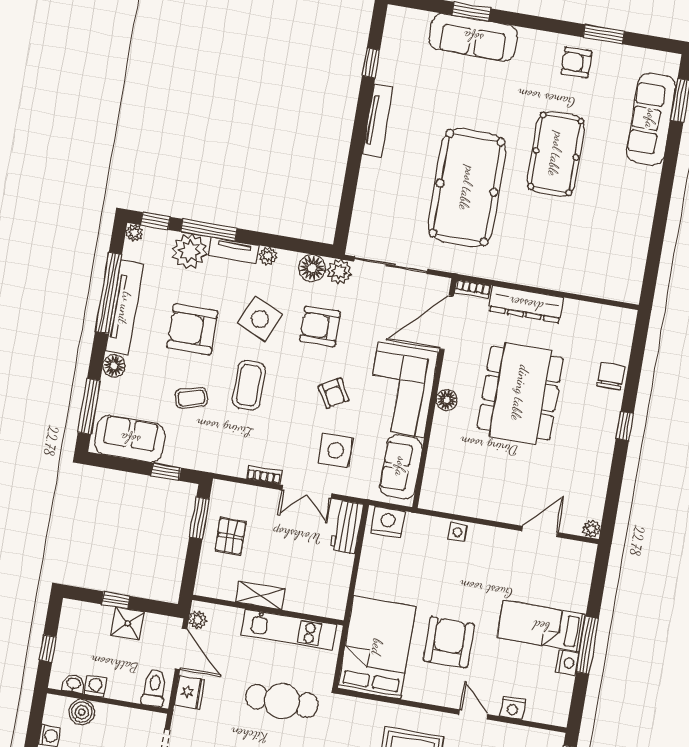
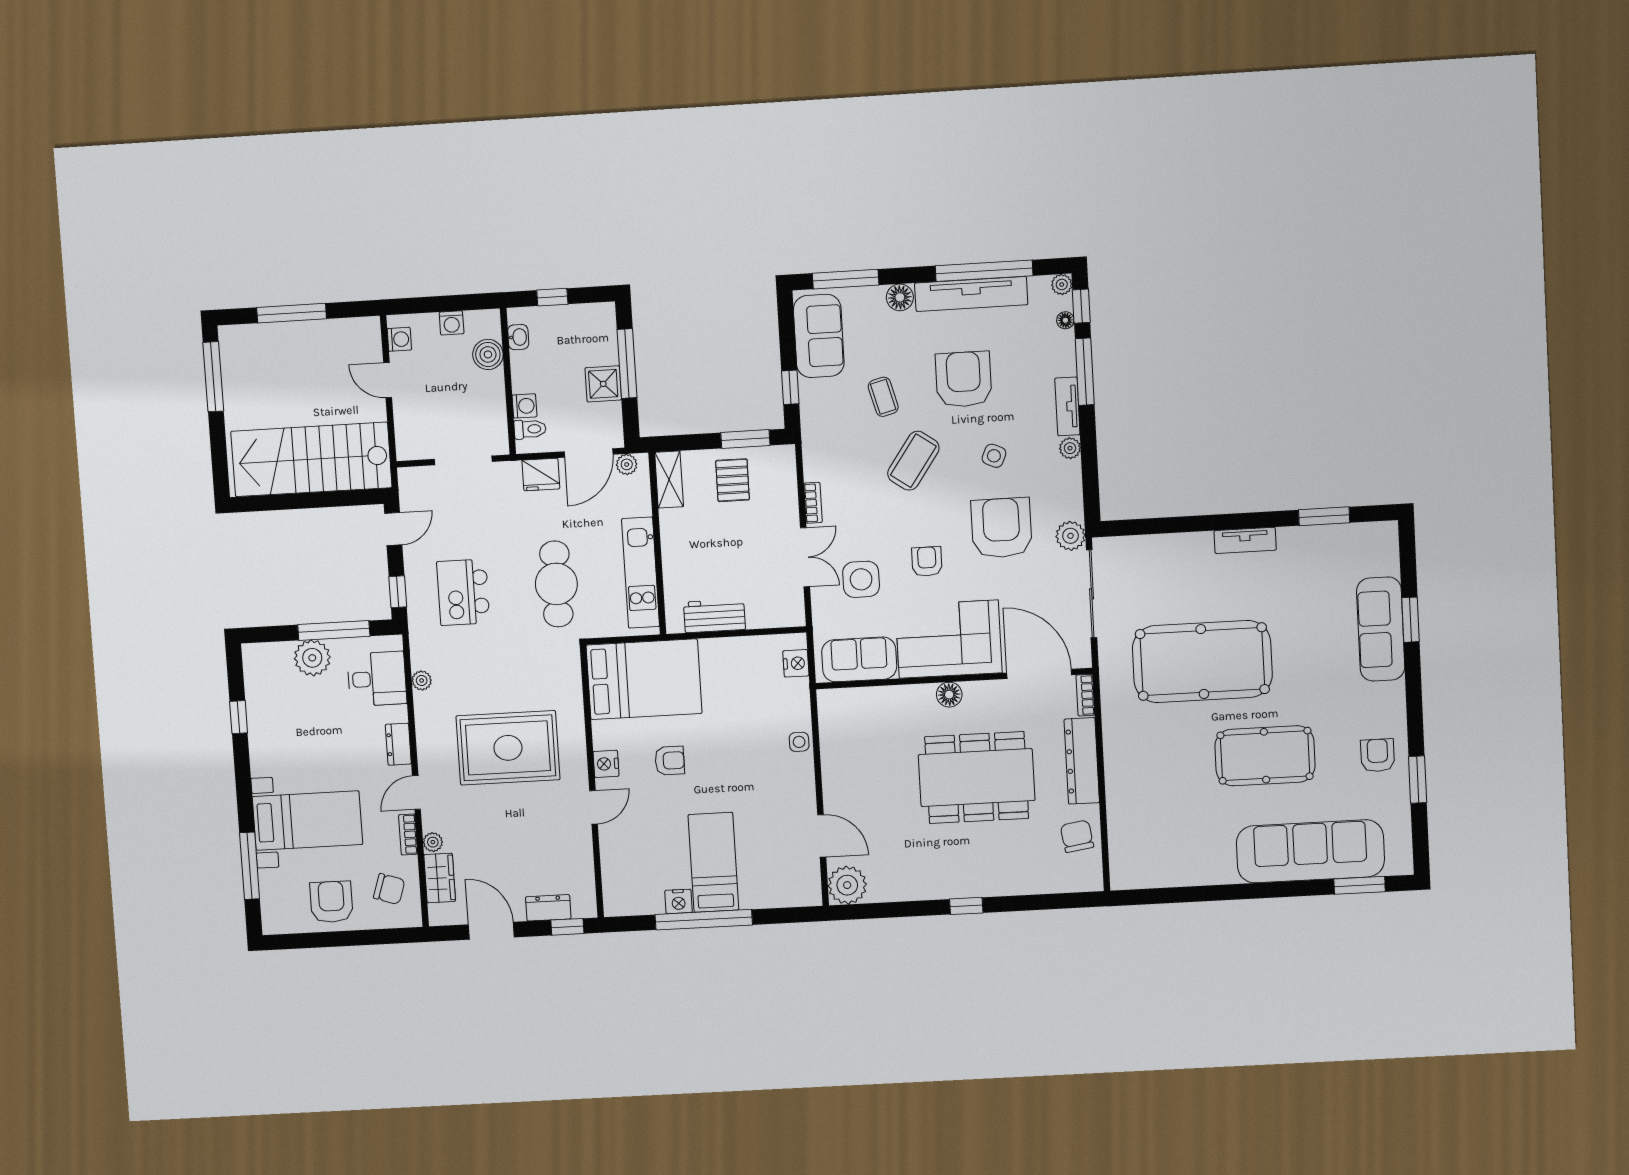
window: (371, 63) -> (1324, 516), width x1.50
sofa: (651, 119) -> (1310, 851), width x1.36, depth x1.27
tv unit: (378, 121) -> (1245, 540), width x0.71
plant: (189, 251) -> (1055, 355), removed
floor lamp: (312, 268) -> (1065, 320), moved, width x0.53, depth x0.53
side table: (260, 319) -> (994, 456), width x0.54, depth x0.54
armchair: (320, 326) -> (1001, 528), width x1.36, depth x1.36
chair: (611, 376) -> (1077, 836), moved, turned -99
coffee table: (249, 385) -> (913, 461), turned -55
armchair: (334, 393) -> (927, 562), turned 120
double door: (307, 492) -> (805, 557), swing flipped
nightstand: (388, 522) -> (796, 663), width x0.74, depth x0.75
workbench: (347, 527) -> (714, 616), moved
plant: (592, 529) -> (847, 885), width x1.88, depth x1.88
pallet: (231, 536) -> (733, 480), turned 90
shelving: (260, 595) -> (669, 480), moved
window: (116, 600) -> (627, 364), width x2.17
armchair: (449, 642) -> (670, 761), width x0.53, depth x0.53
window: (587, 645) -> (704, 920), width x1.46
washing machine: (95, 686) -> (524, 406), moved
toilet: (154, 688) -> (530, 429), width x0.73, depth x0.72
nightstand: (513, 708) -> (606, 764), moved

